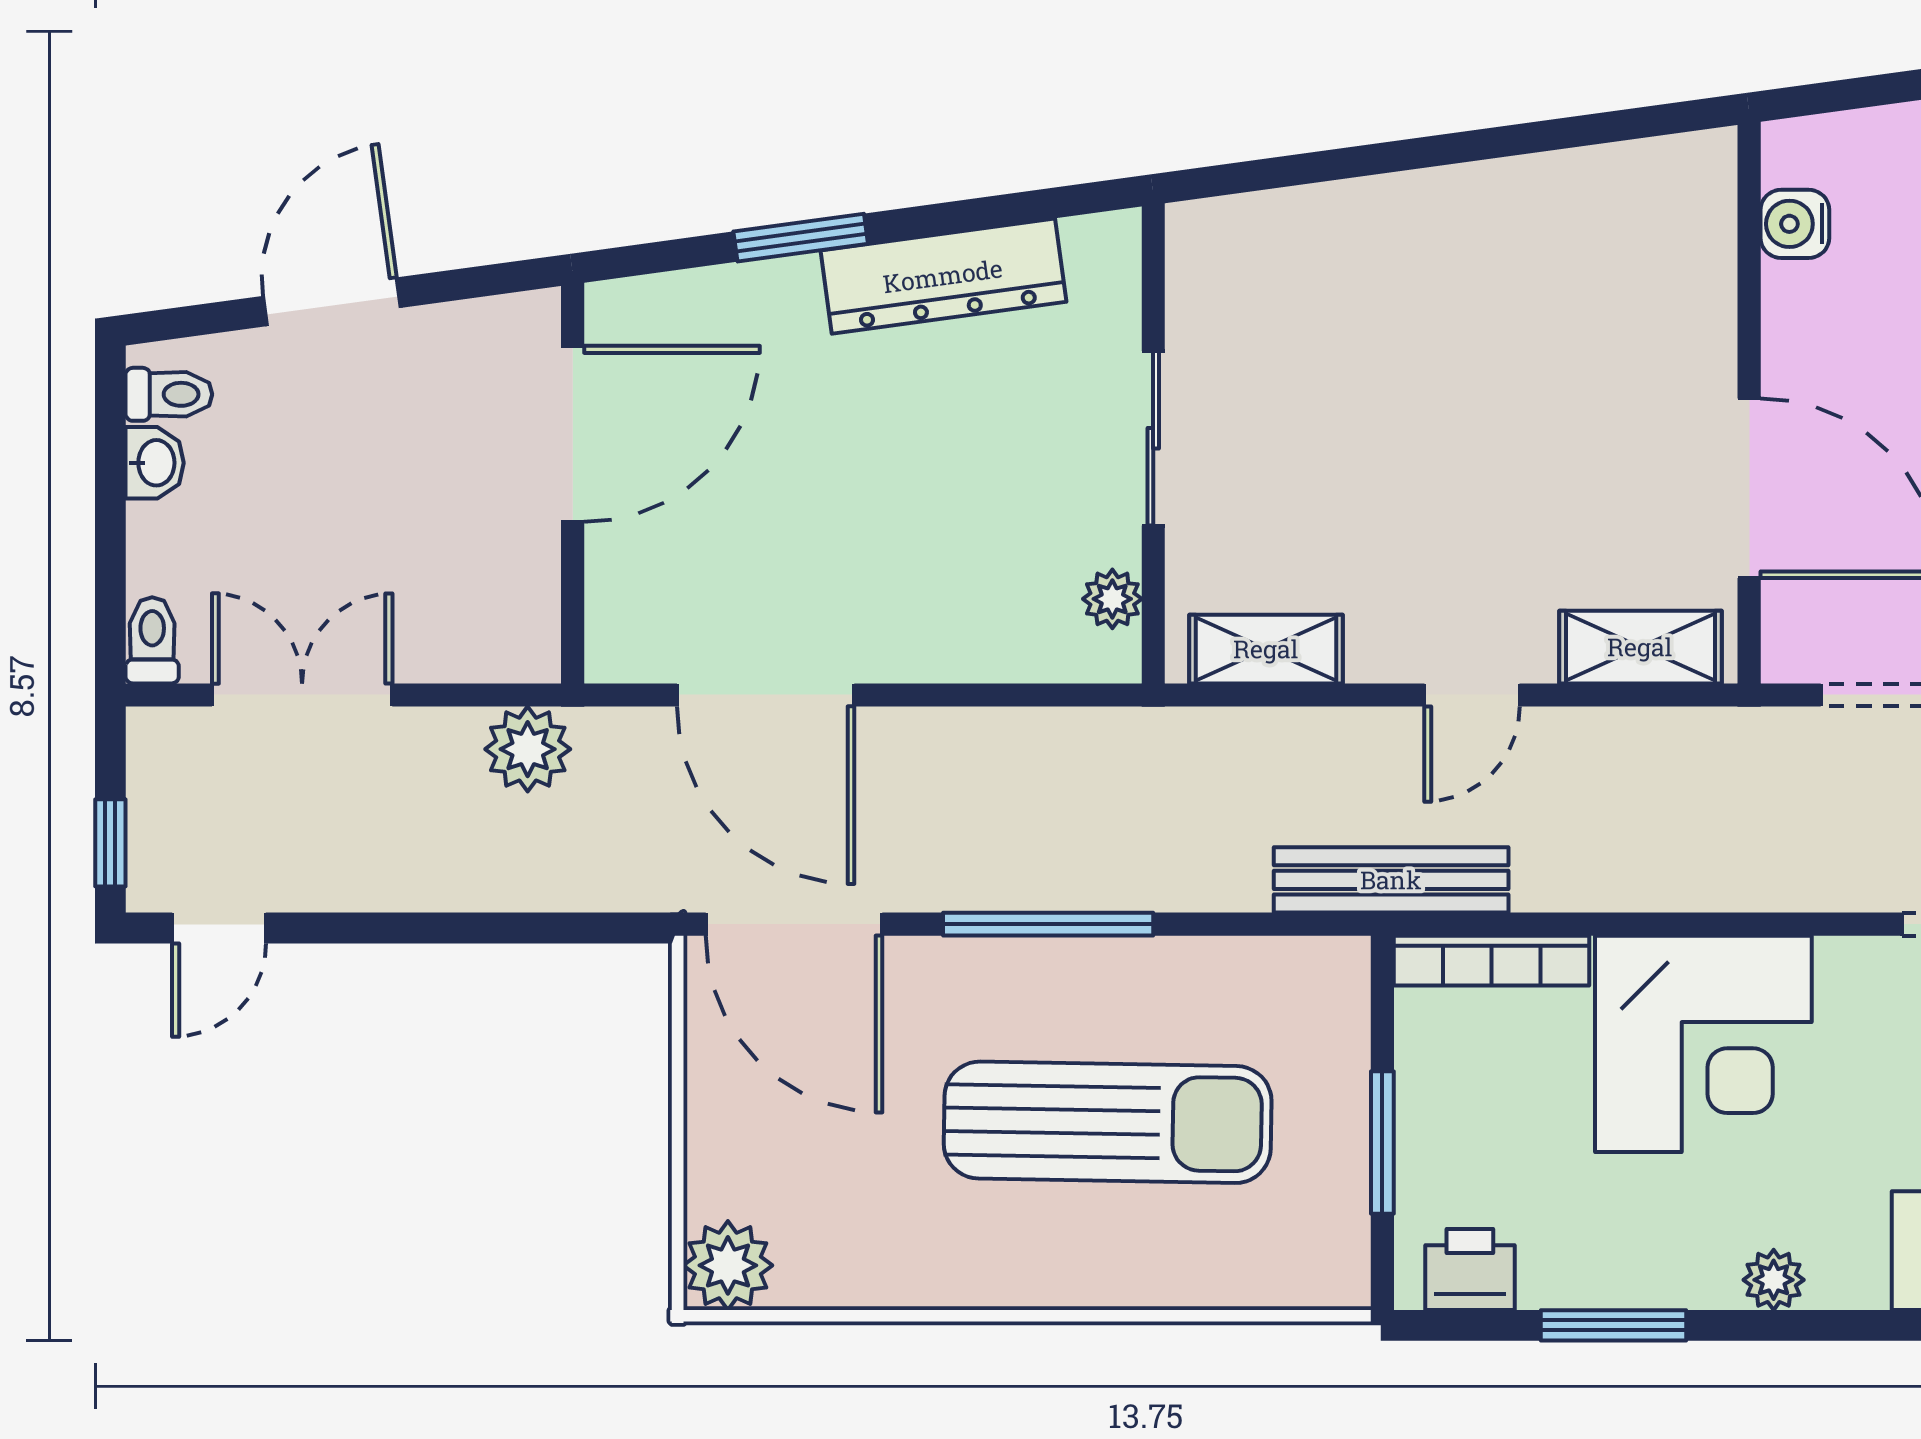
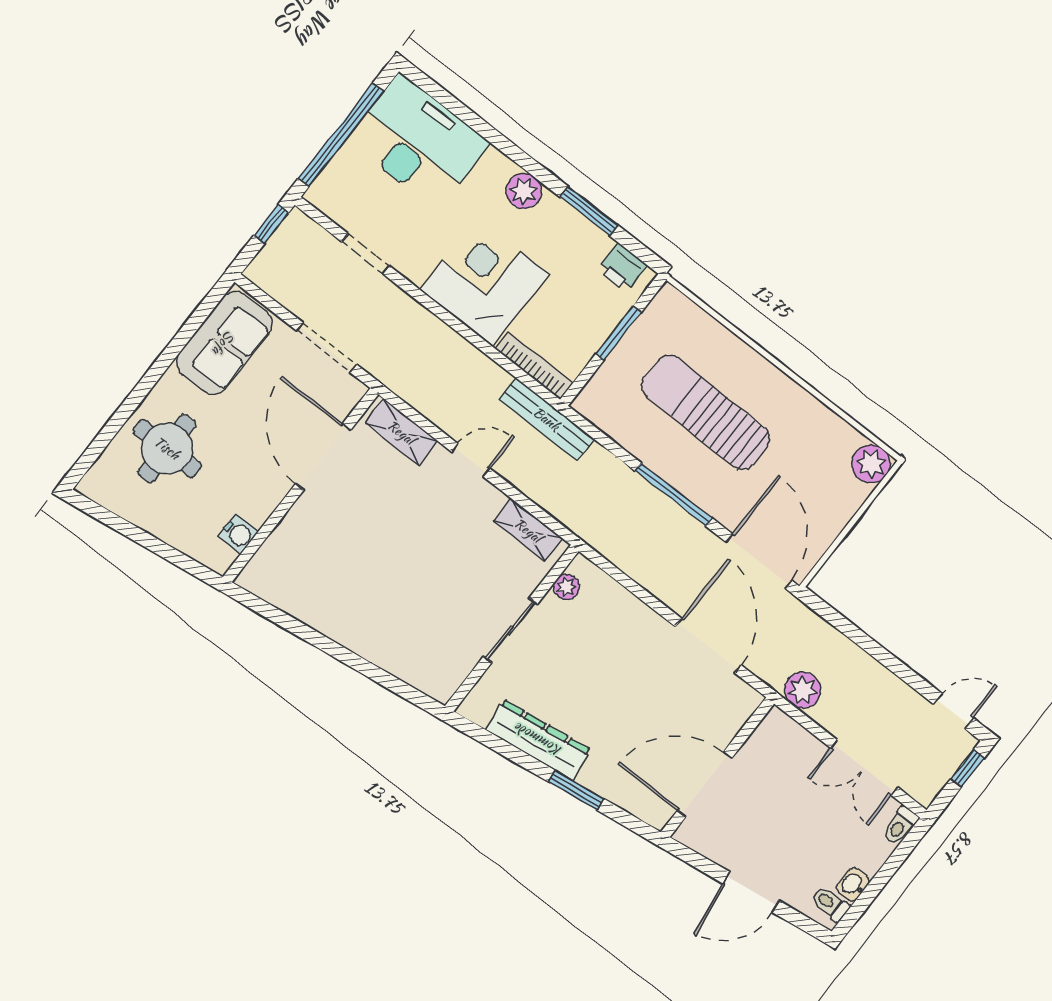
plant: (1774, 1280) -> (524, 191), width x1.38, depth x1.38

